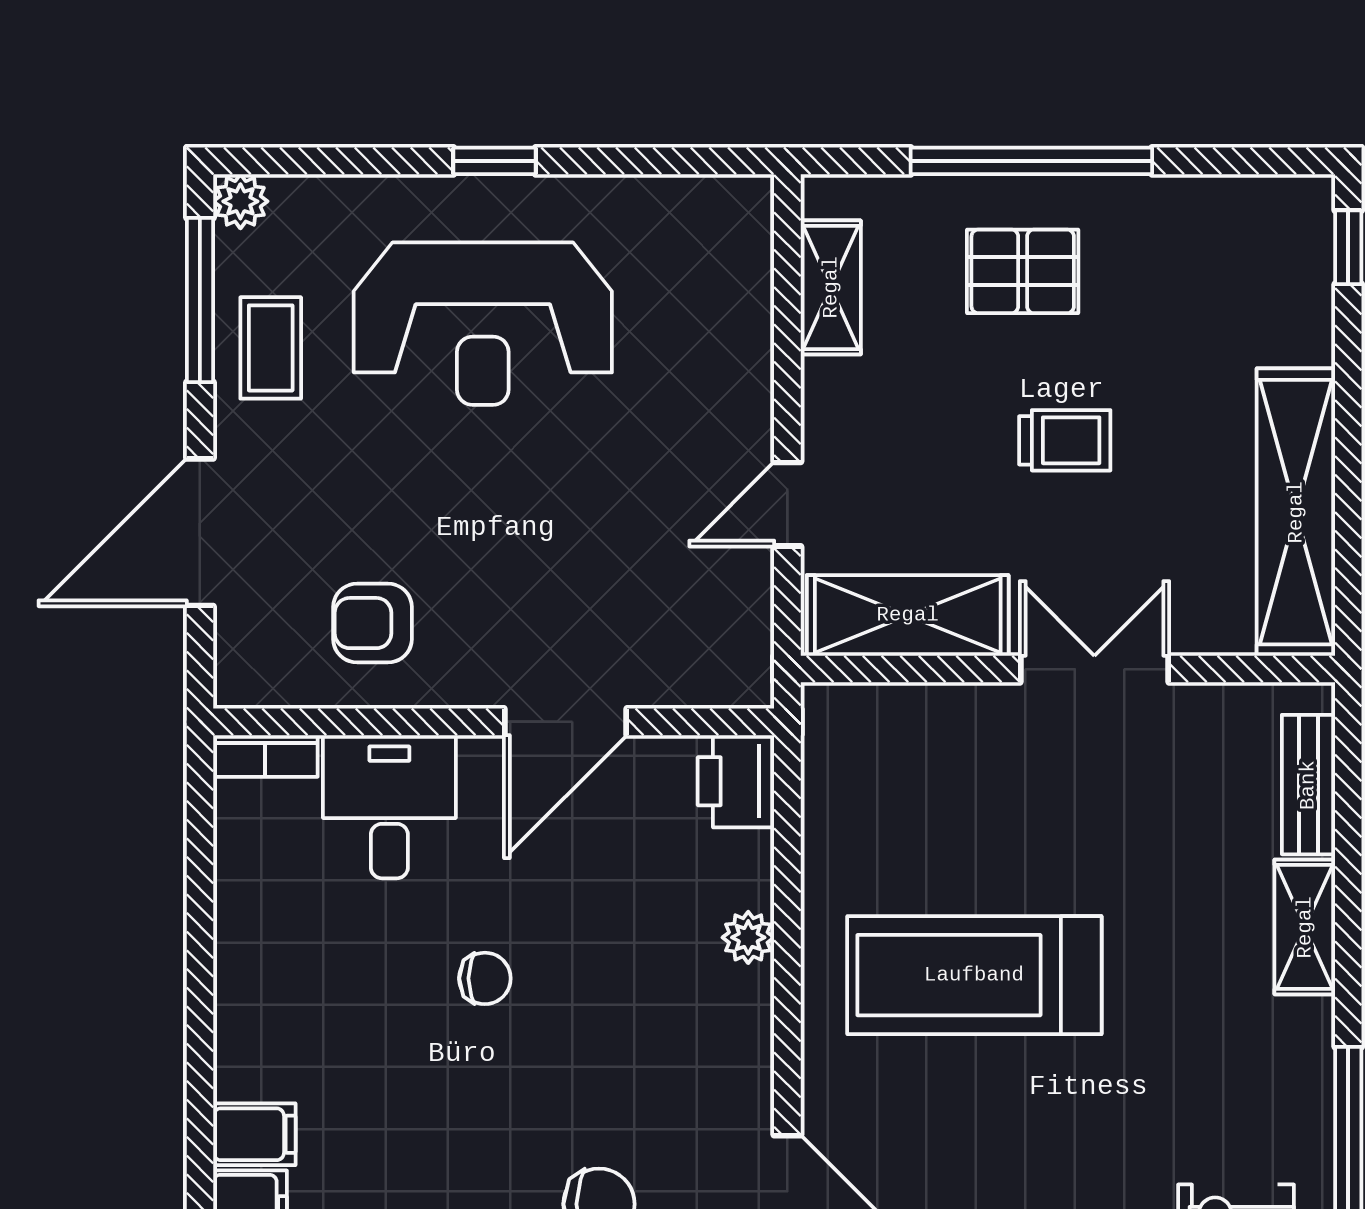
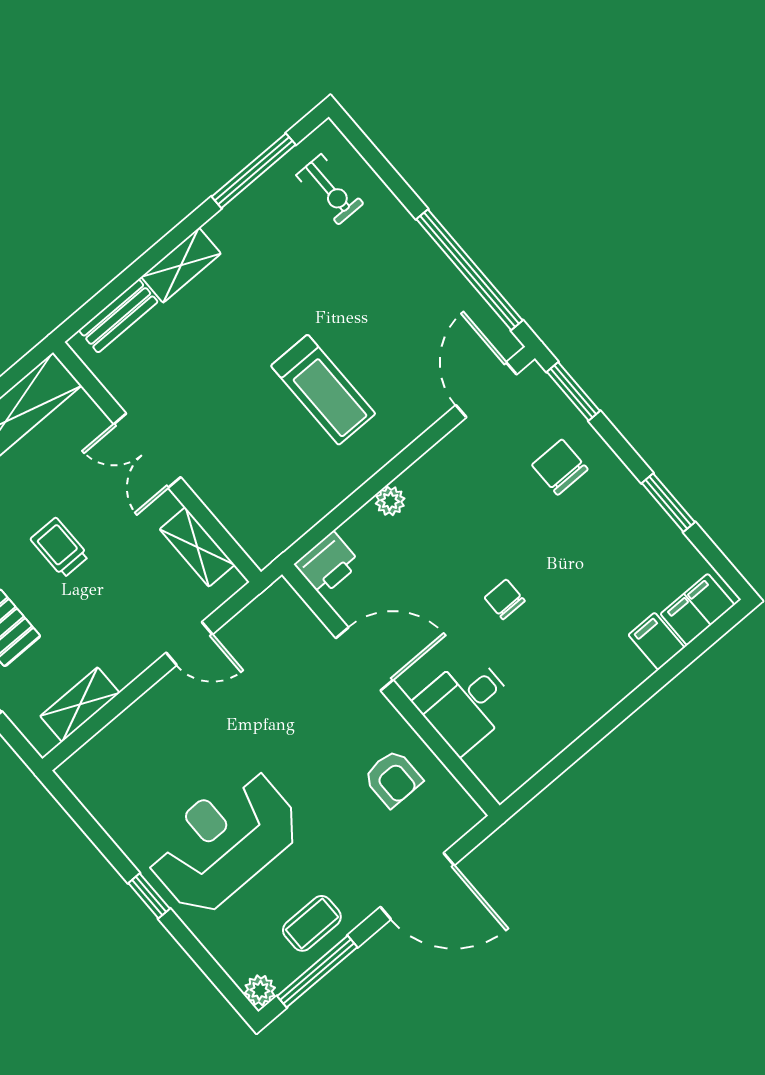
reception desk: (483, 324) -> (223, 841), turned -90
shelving: (908, 615) -> (197, 547), width x0.67, depth x0.75
bookcase: (265, 756) -> (490, 776), removed
treadmill: (974, 975) -> (323, 390), width x0.73, depth x0.73

